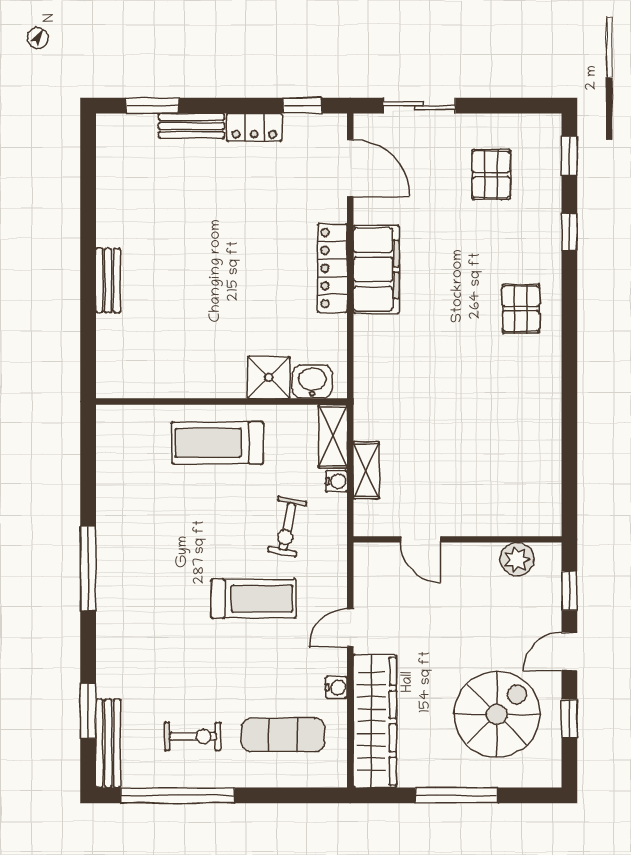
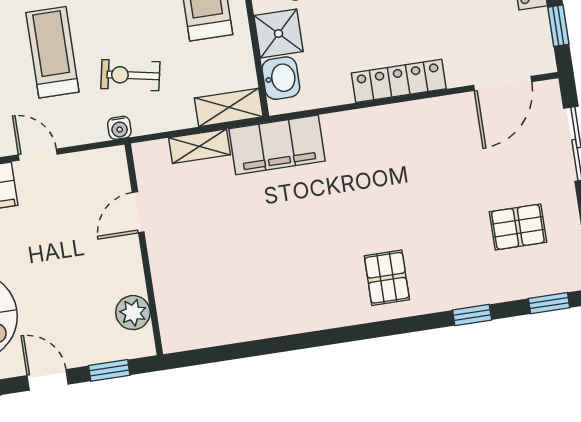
filing cabinet: (376, 269) -> (277, 145), moved
pallet: (521, 309) -> (387, 278), turned 90
water cooler: (336, 481) -> (119, 128), moved
treadmill: (253, 599) -> (52, 52), turned 180

